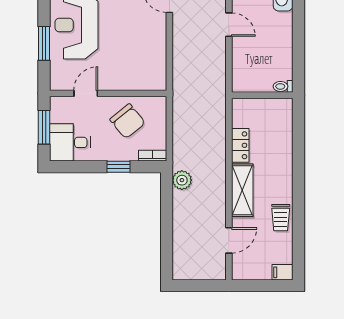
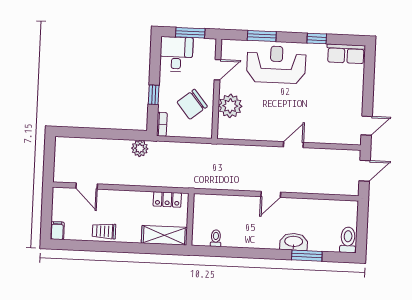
plant: (127, 77) -> (230, 106), added
door: (86, 93) -> (218, 70), hinge flipped
wall: (262, 95) -> (190, 219), moved
shelving: (242, 190) -> (164, 235), moved

